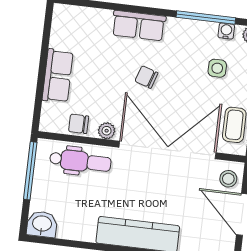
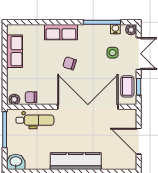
row of seats: (58, 76) -> (15, 51), moved
plant: (107, 131) -> (14, 99), moved
stool: (228, 179) -> (128, 120), removed

